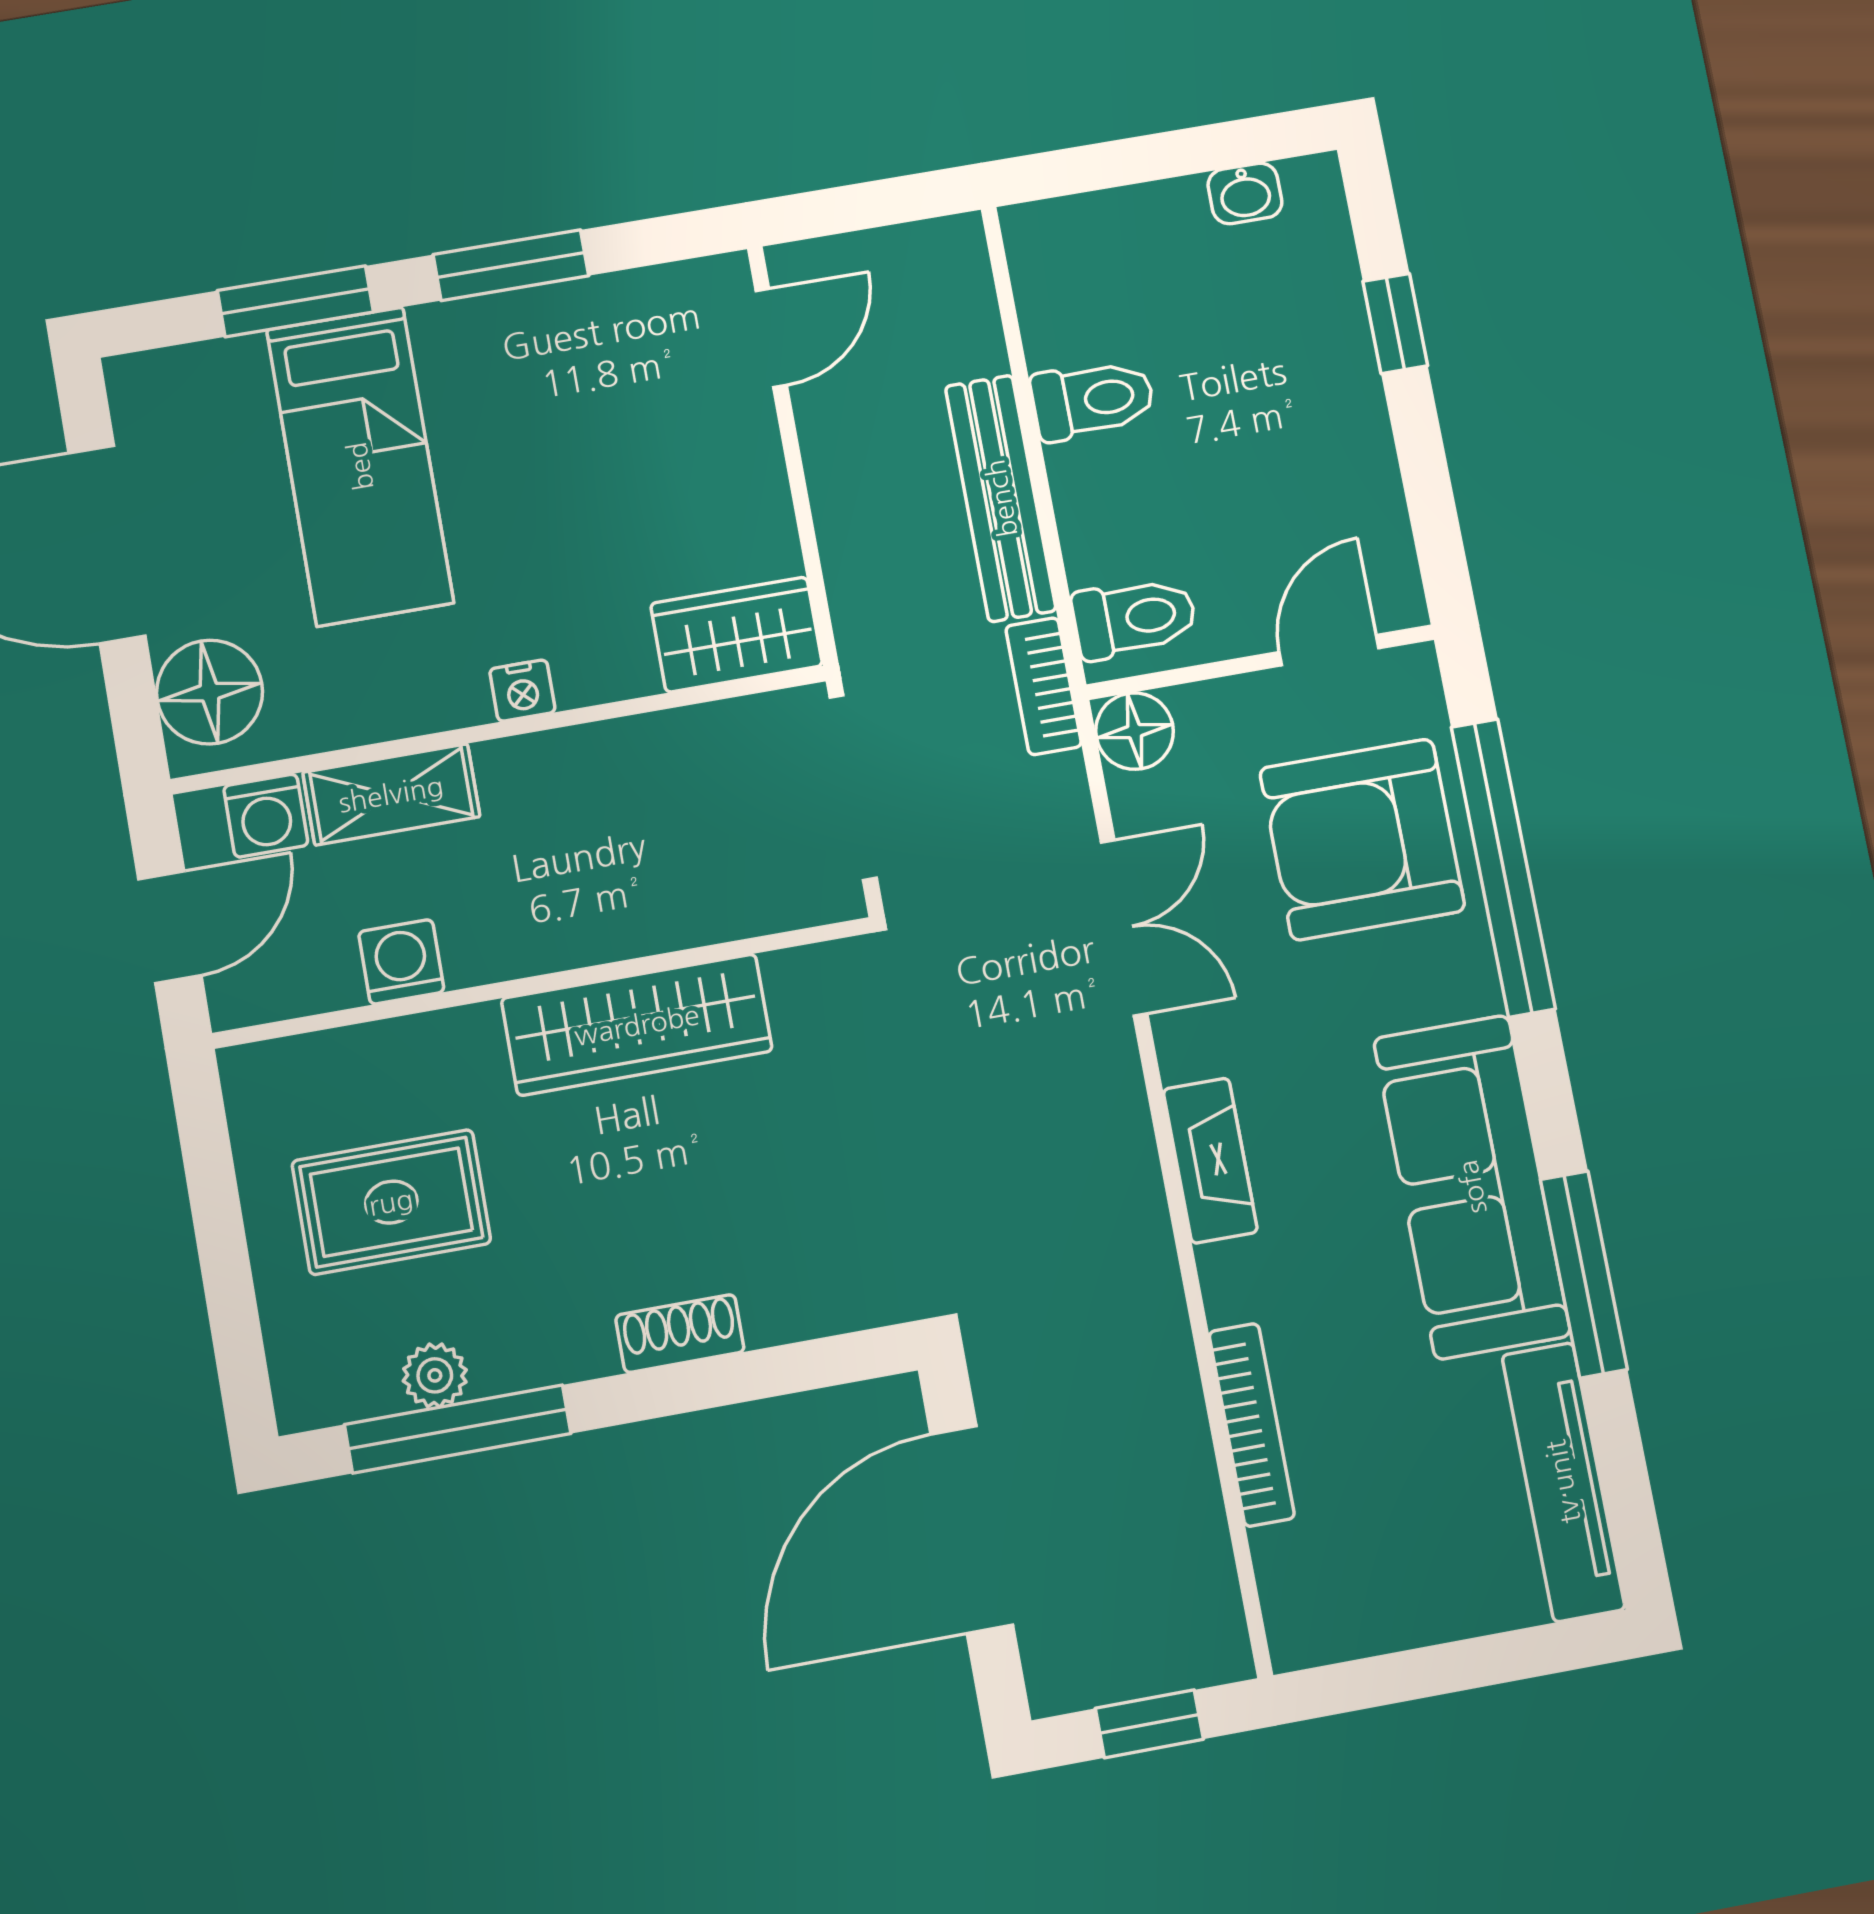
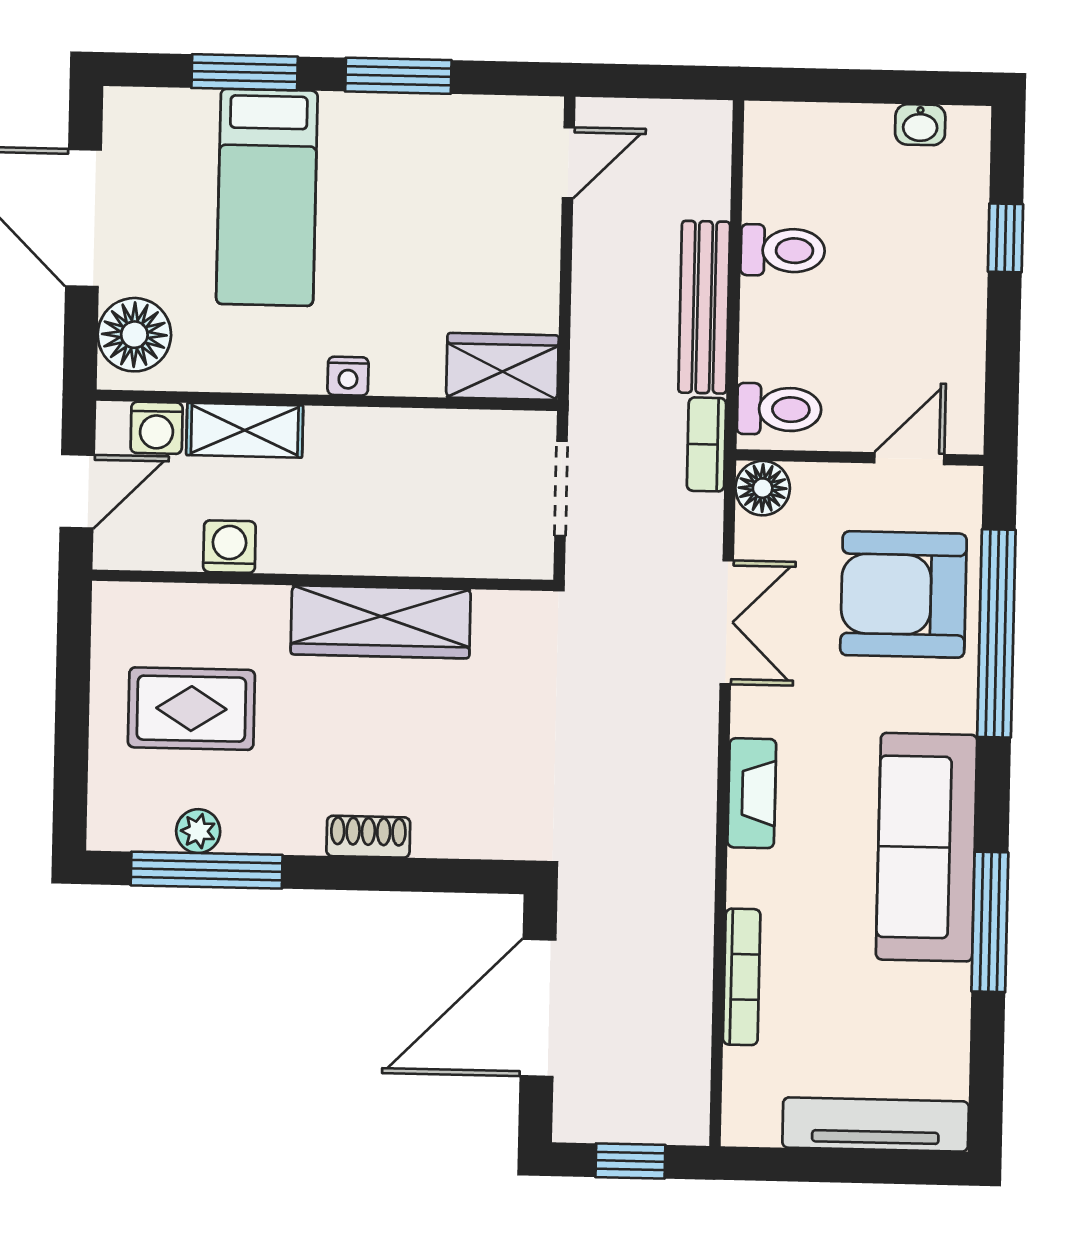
doorway: (853, 787) -> (561, 488), width x0.73
tv unit: (1563, 1482) -> (876, 1125), moved, turned 90

